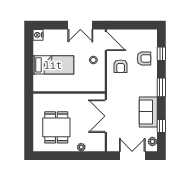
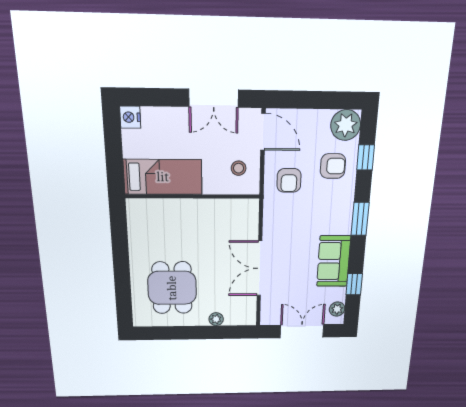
plant: (149, 37) -> (346, 125), added
wall: (69, 93) -> (193, 196), moved

